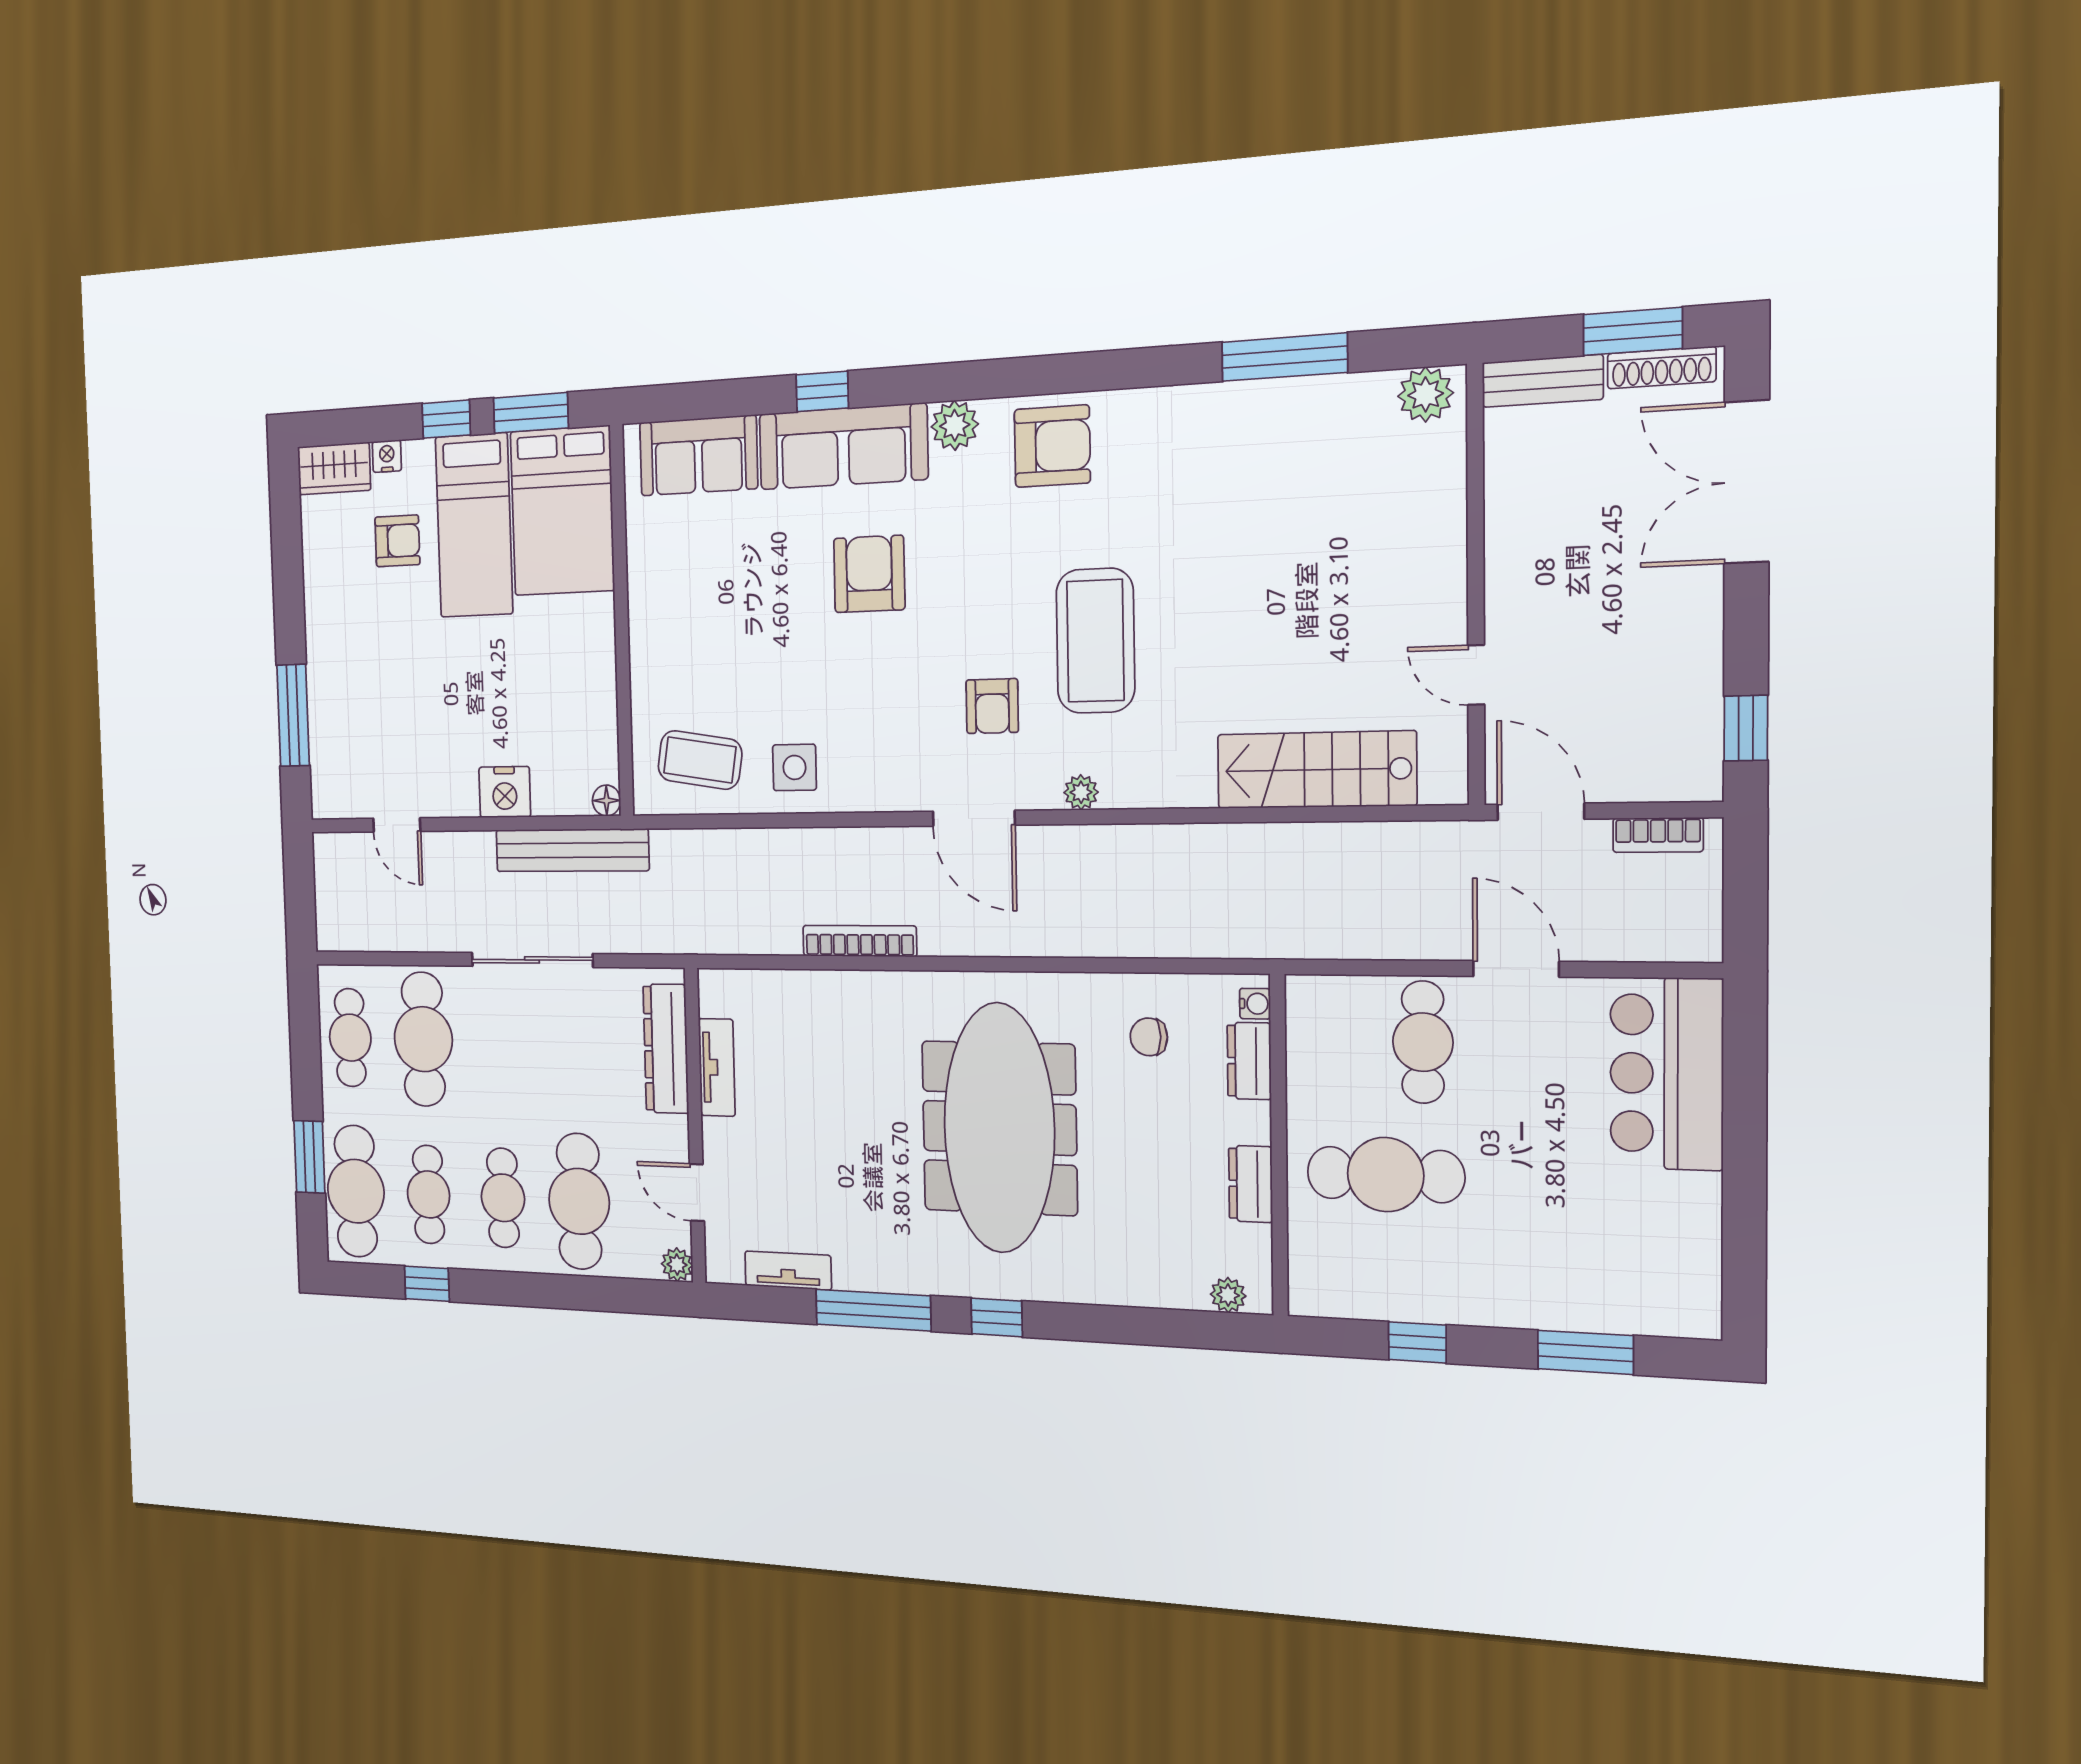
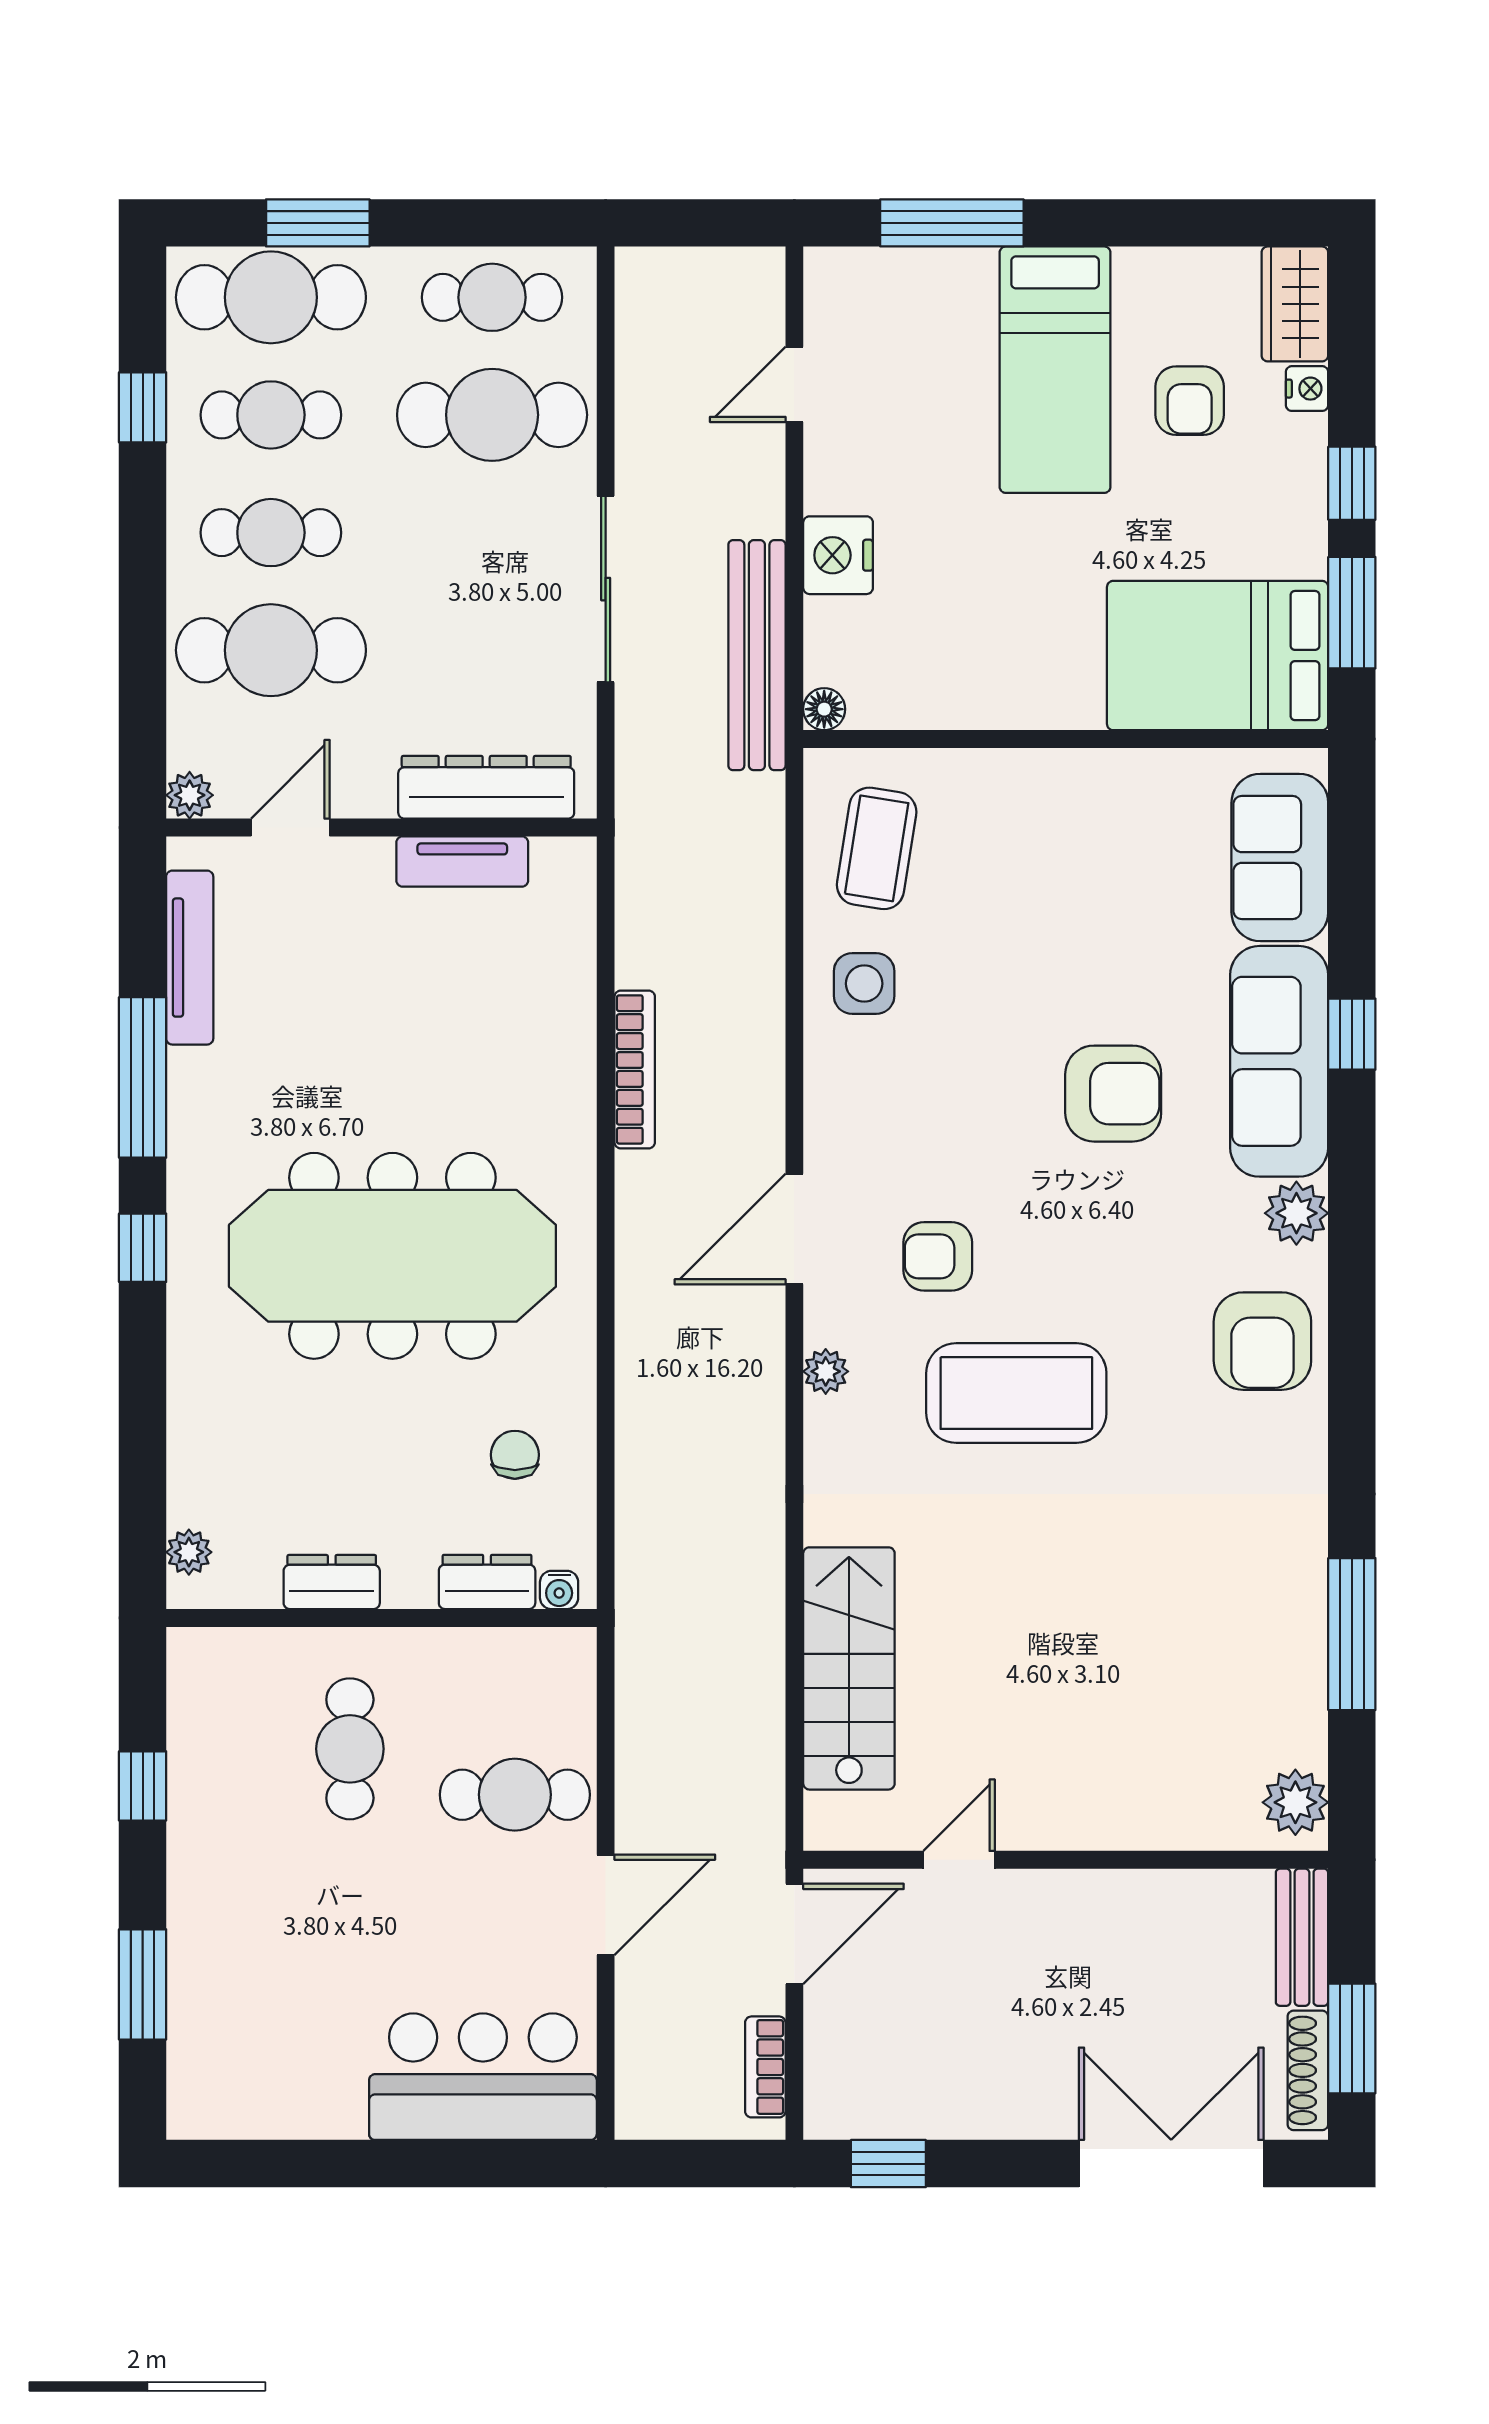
bed: (474, 525) -> (1055, 370), moved, turned -90
cafe table: (1386, 1175) -> (350, 1749), width x0.73, depth x0.74
tv unit: (788, 1270) -> (190, 958), width x1.41

